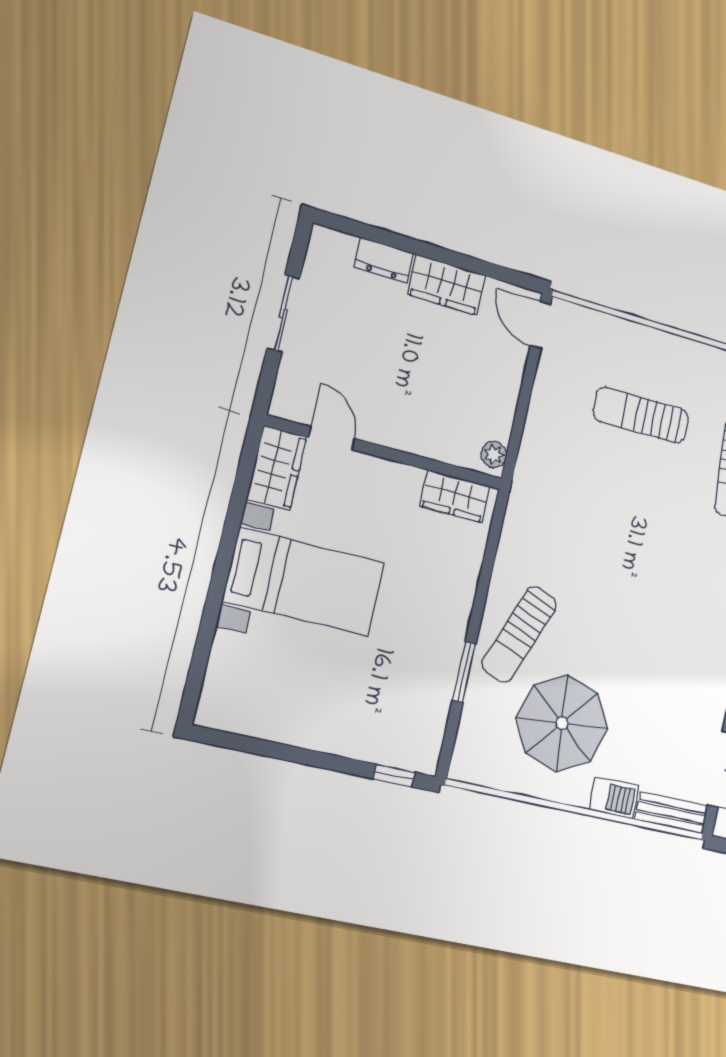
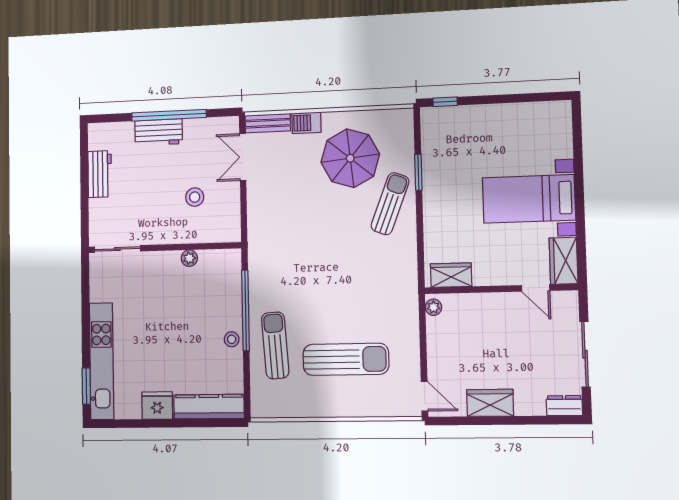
dresser: (384, 260) -> (564, 406), moved
sliding door: (283, 313) -> (585, 354), width x1.37
sun lounger: (641, 415) -> (346, 359), width x1.36, depth x1.34

